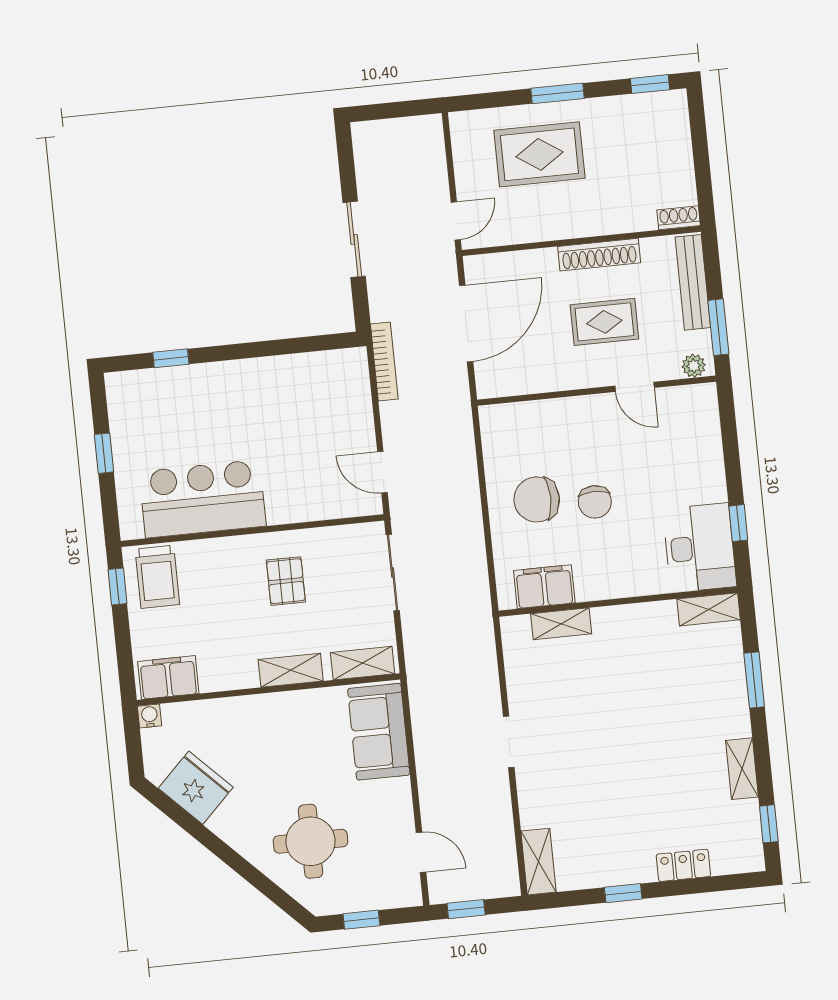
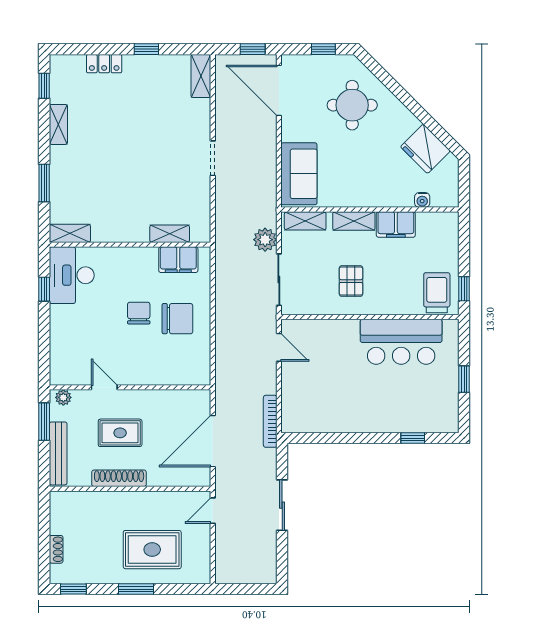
shoe rack: (679, 218) -> (56, 549), moved, turned -90
plant: (419, 629) -> (265, 240), added
filing cabinet: (168, 677) -> (396, 224), moved
water cooler: (150, 716) -> (422, 200), moved
door: (421, 852) -> (279, 90), width x1.87

